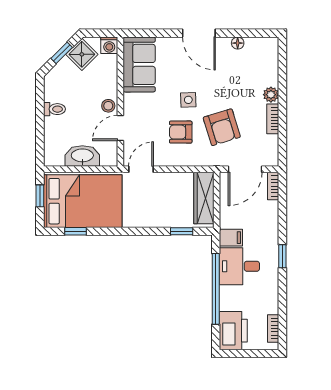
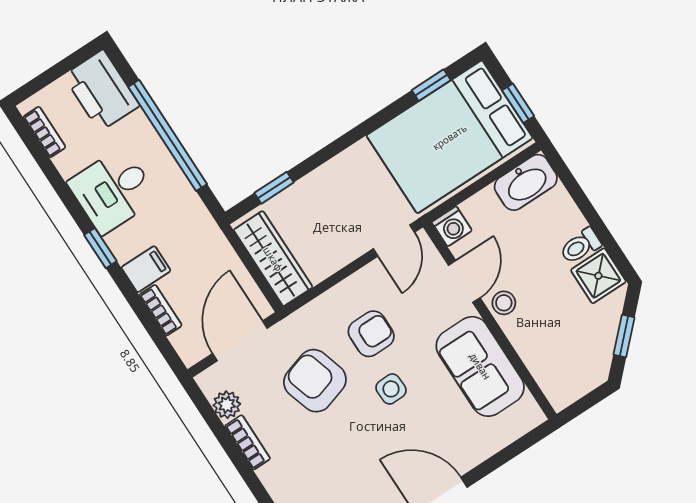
washing machine: (109, 45) -> (452, 226), moved, turned 180
shower: (82, 54) -> (598, 276), moved, turned 45
sofa: (139, 64) -> (480, 366), moved
plant: (271, 95) -> (227, 405), moved
washbasin: (82, 156) -> (526, 182), moved
bookcase: (273, 186) -> (161, 310), moved
filing cabinet: (231, 238) -> (146, 269), moved, turned 180
desk: (239, 266) -> (113, 190), moved, turned 180

